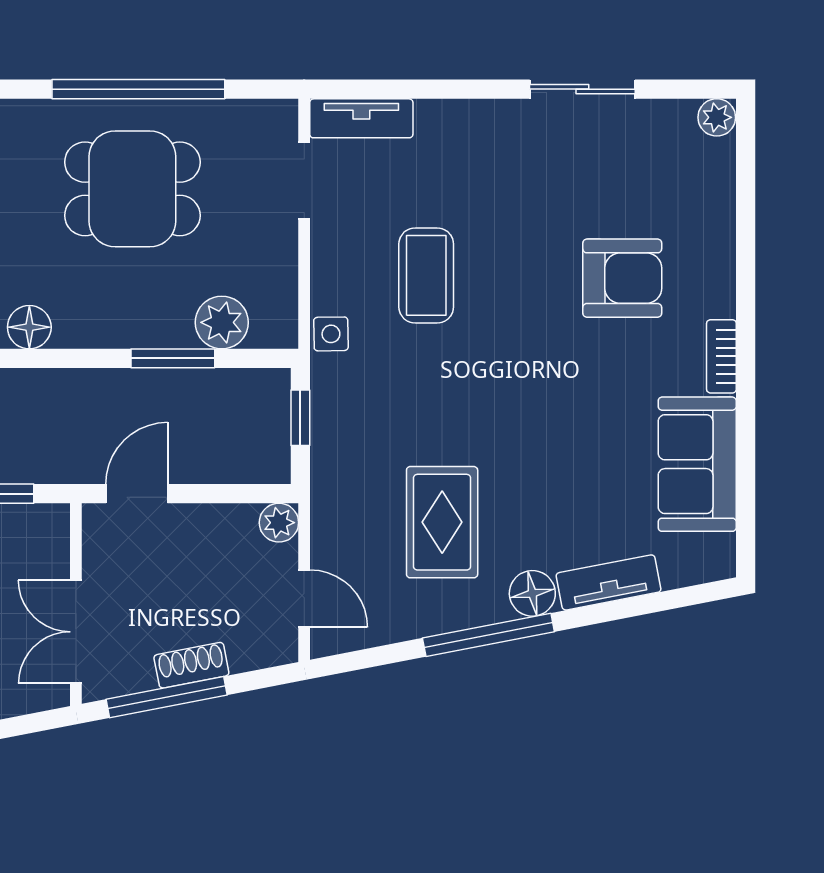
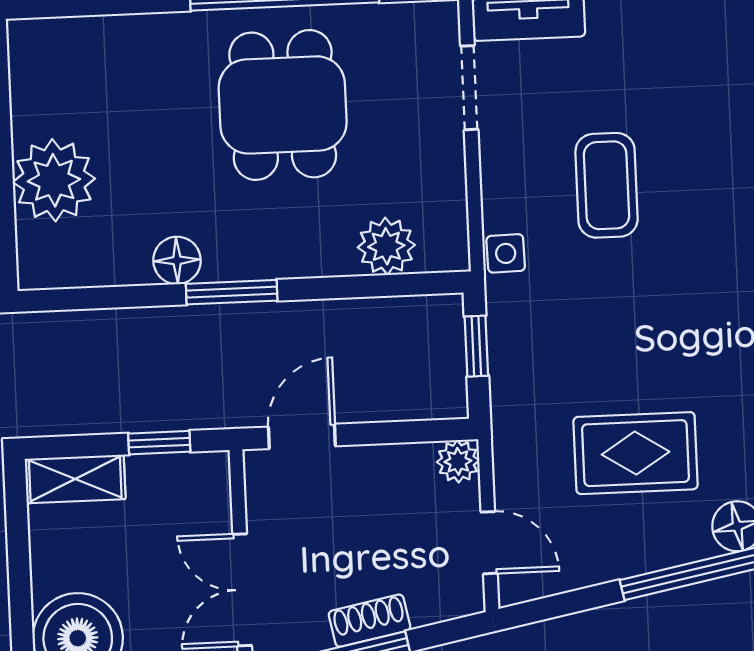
dining table: (132, 189) -> (283, 105), turned 90
window: (173, 358) -> (232, 292), moved
rug: (442, 522) -> (636, 453), turned 90

